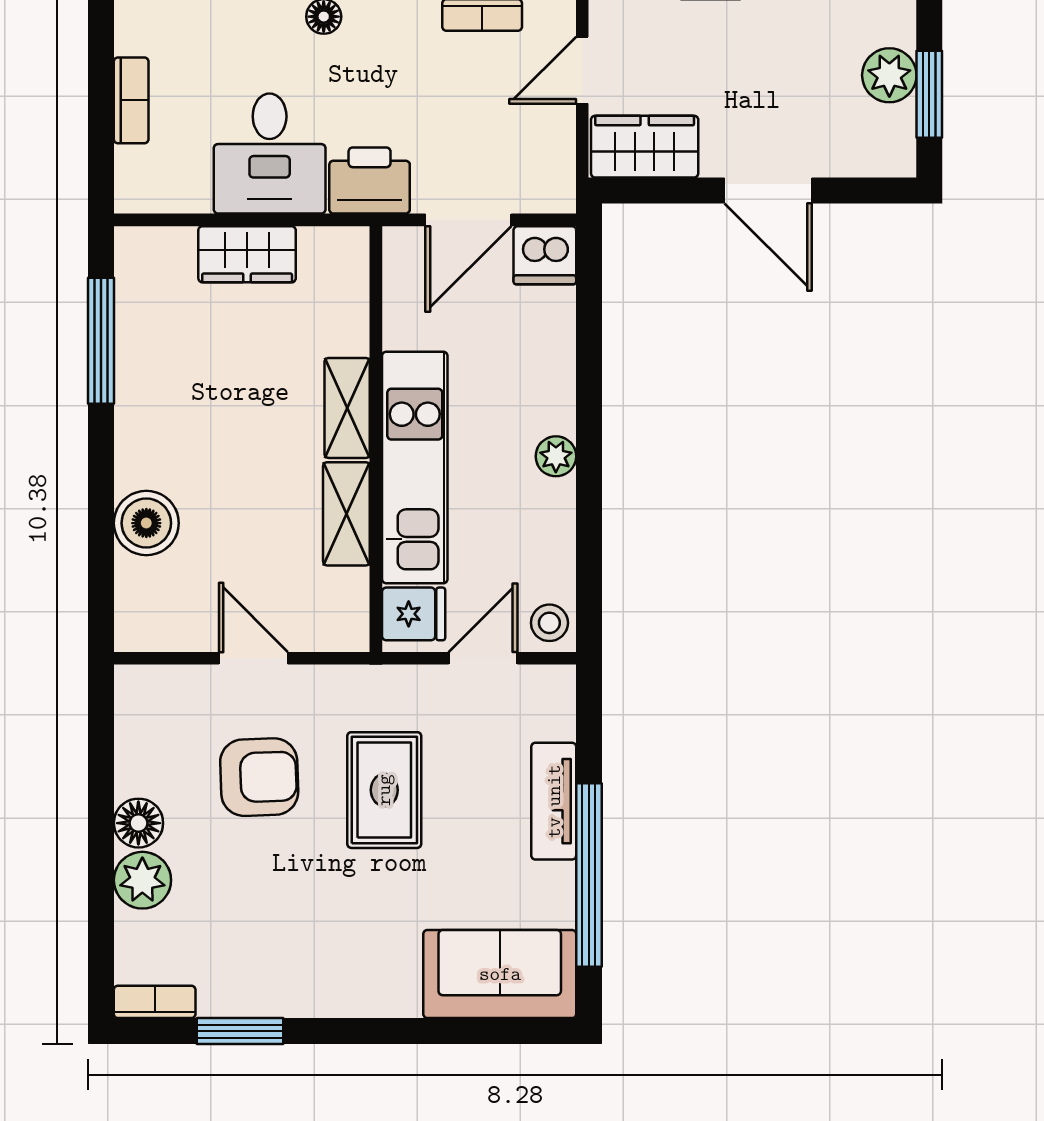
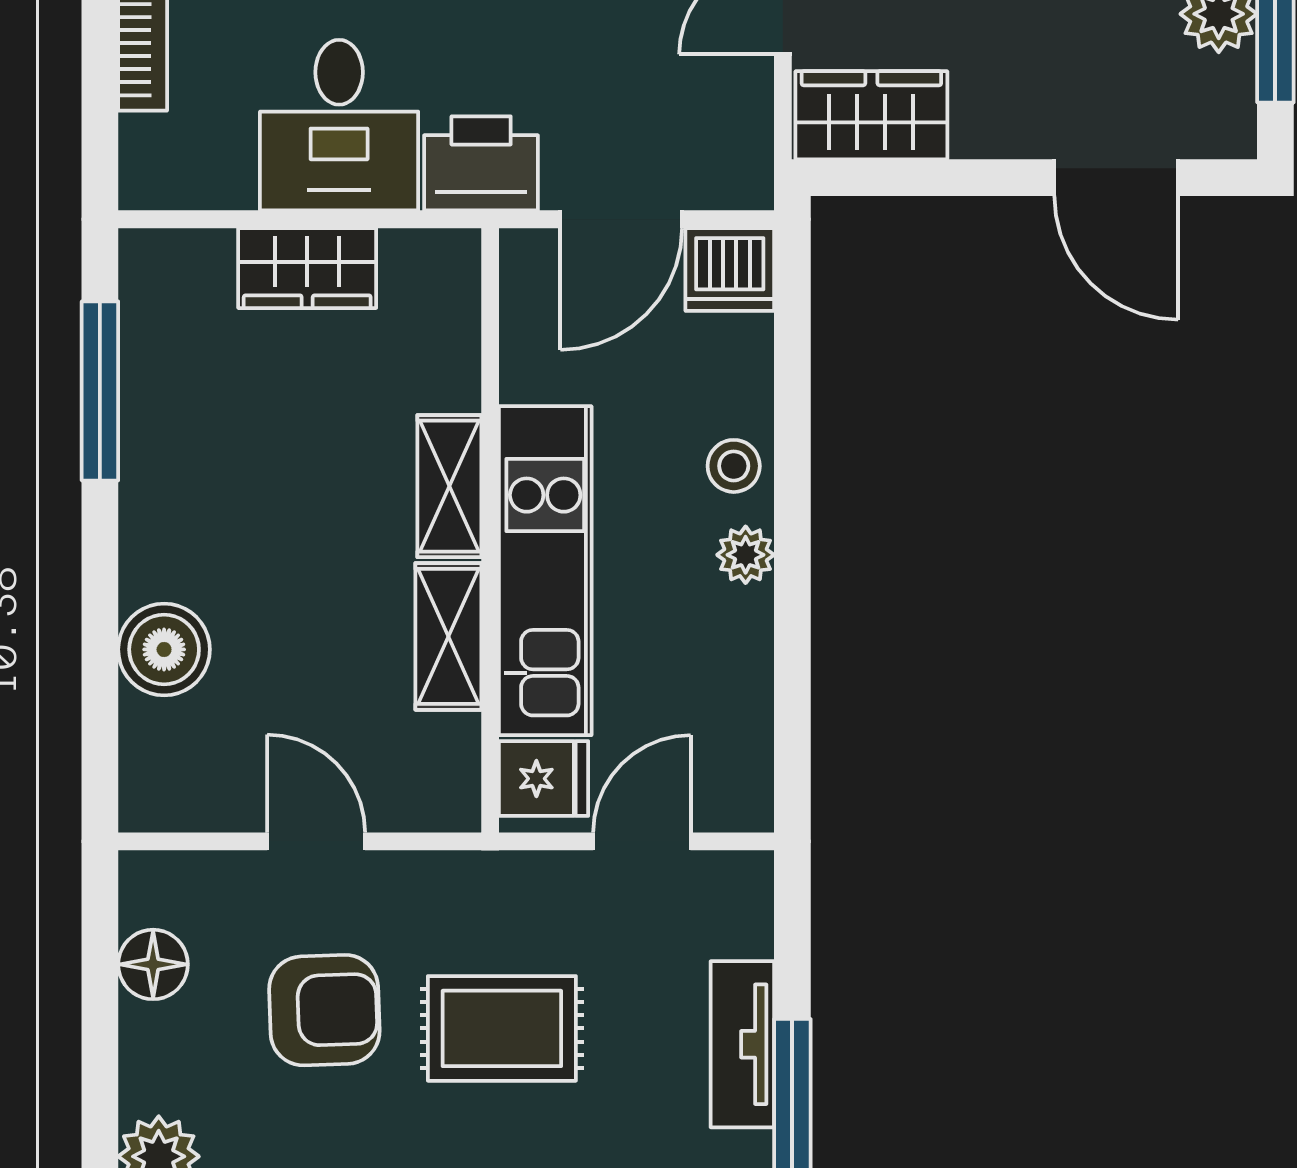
door: (768, 190) -> (1116, 178), moved
stool: (549, 623) -> (734, 466), moved
rug: (384, 790) -> (502, 1028), turned 90
floor lamp: (138, 823) -> (153, 964), moved

